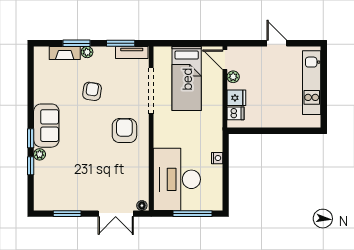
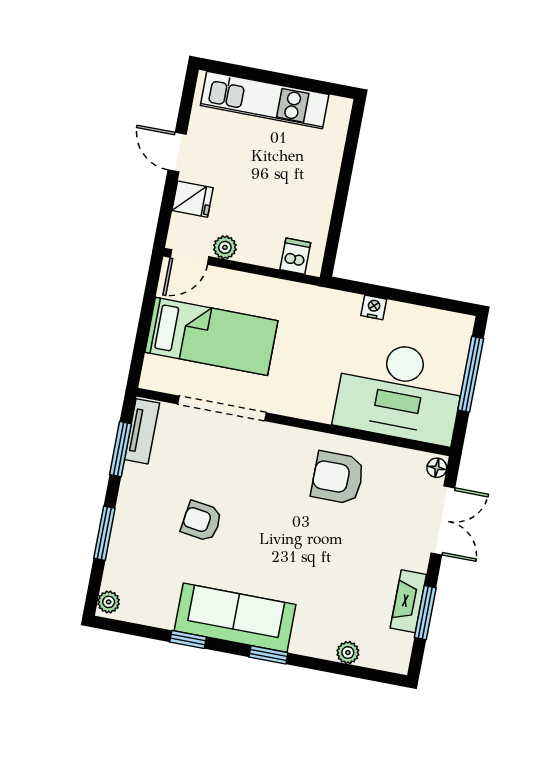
door: (277, 43) -> (177, 152), hinge flipped
plant: (87, 52) -> (109, 602), moved
fireplace: (65, 53) -> (408, 601), moved, turned 180
fridge: (236, 98) -> (193, 199), moved, turned 90
sofa: (46, 126) -> (235, 618), width x1.36
armchair: (124, 131) -> (338, 478), moved
plant: (40, 154) -> (348, 653), moved
window: (31, 166) -> (188, 640), moved

